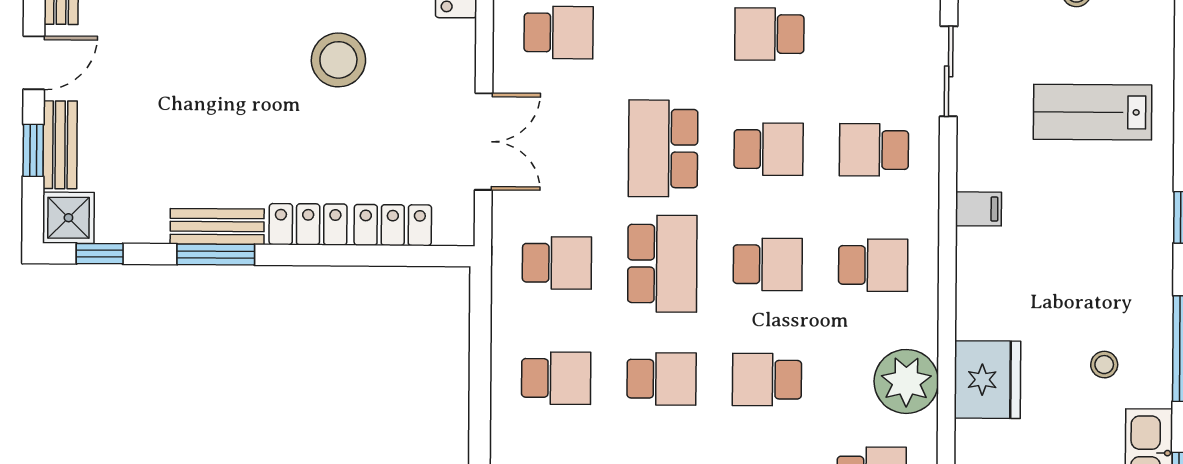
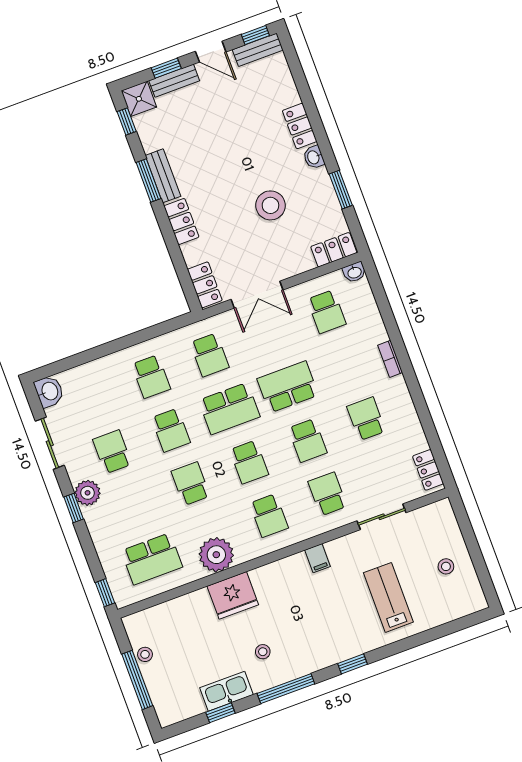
locker: (393, 225) -> (205, 285), moved

